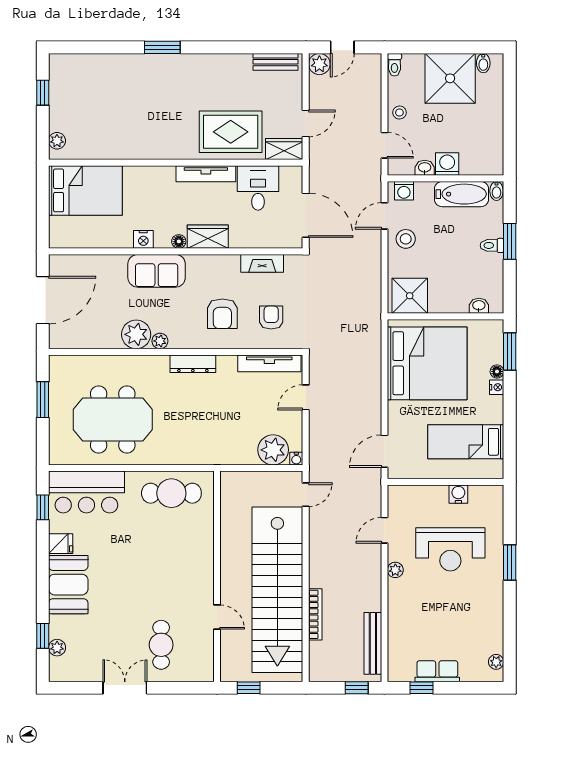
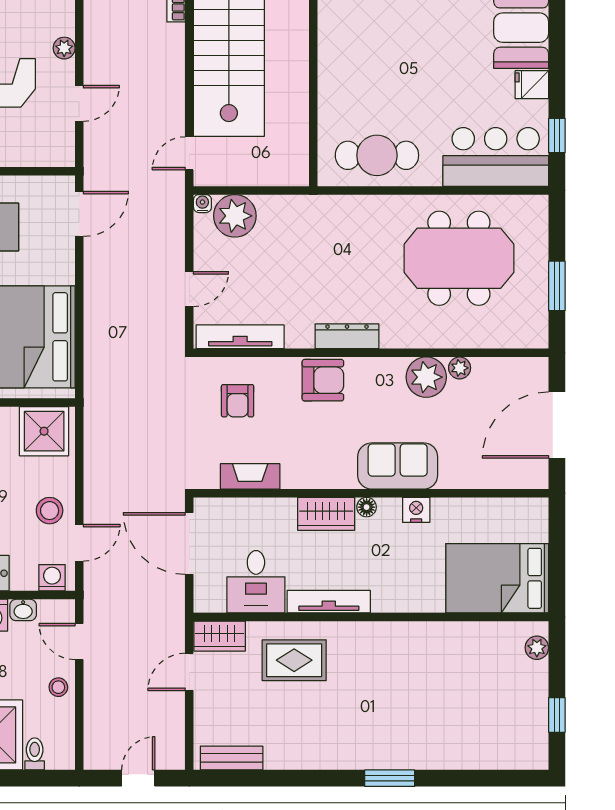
plant: (319, 64) -> (170, 755), removed
toilet: (394, 65) -> (35, 754), moved
rug: (231, 132) -> (294, 660), width x0.73, depth x0.70
armchair: (222, 314) -> (323, 380), moved, turned 90
plant: (160, 341) -> (460, 368), moved

